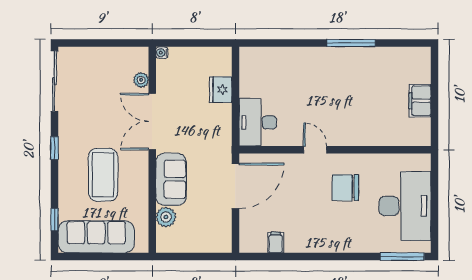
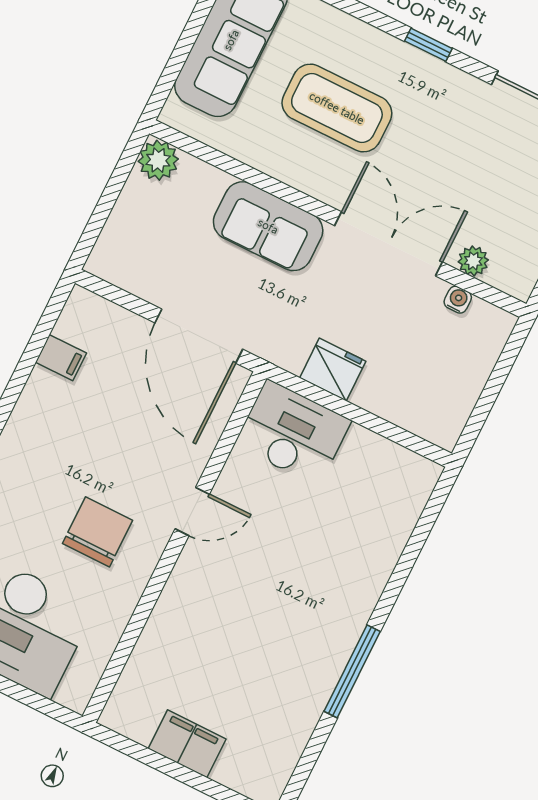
water cooler: (162, 53) -> (458, 300), moved
fridge: (221, 90) -> (333, 370), moved
plant: (166, 217) -> (158, 160), moved

